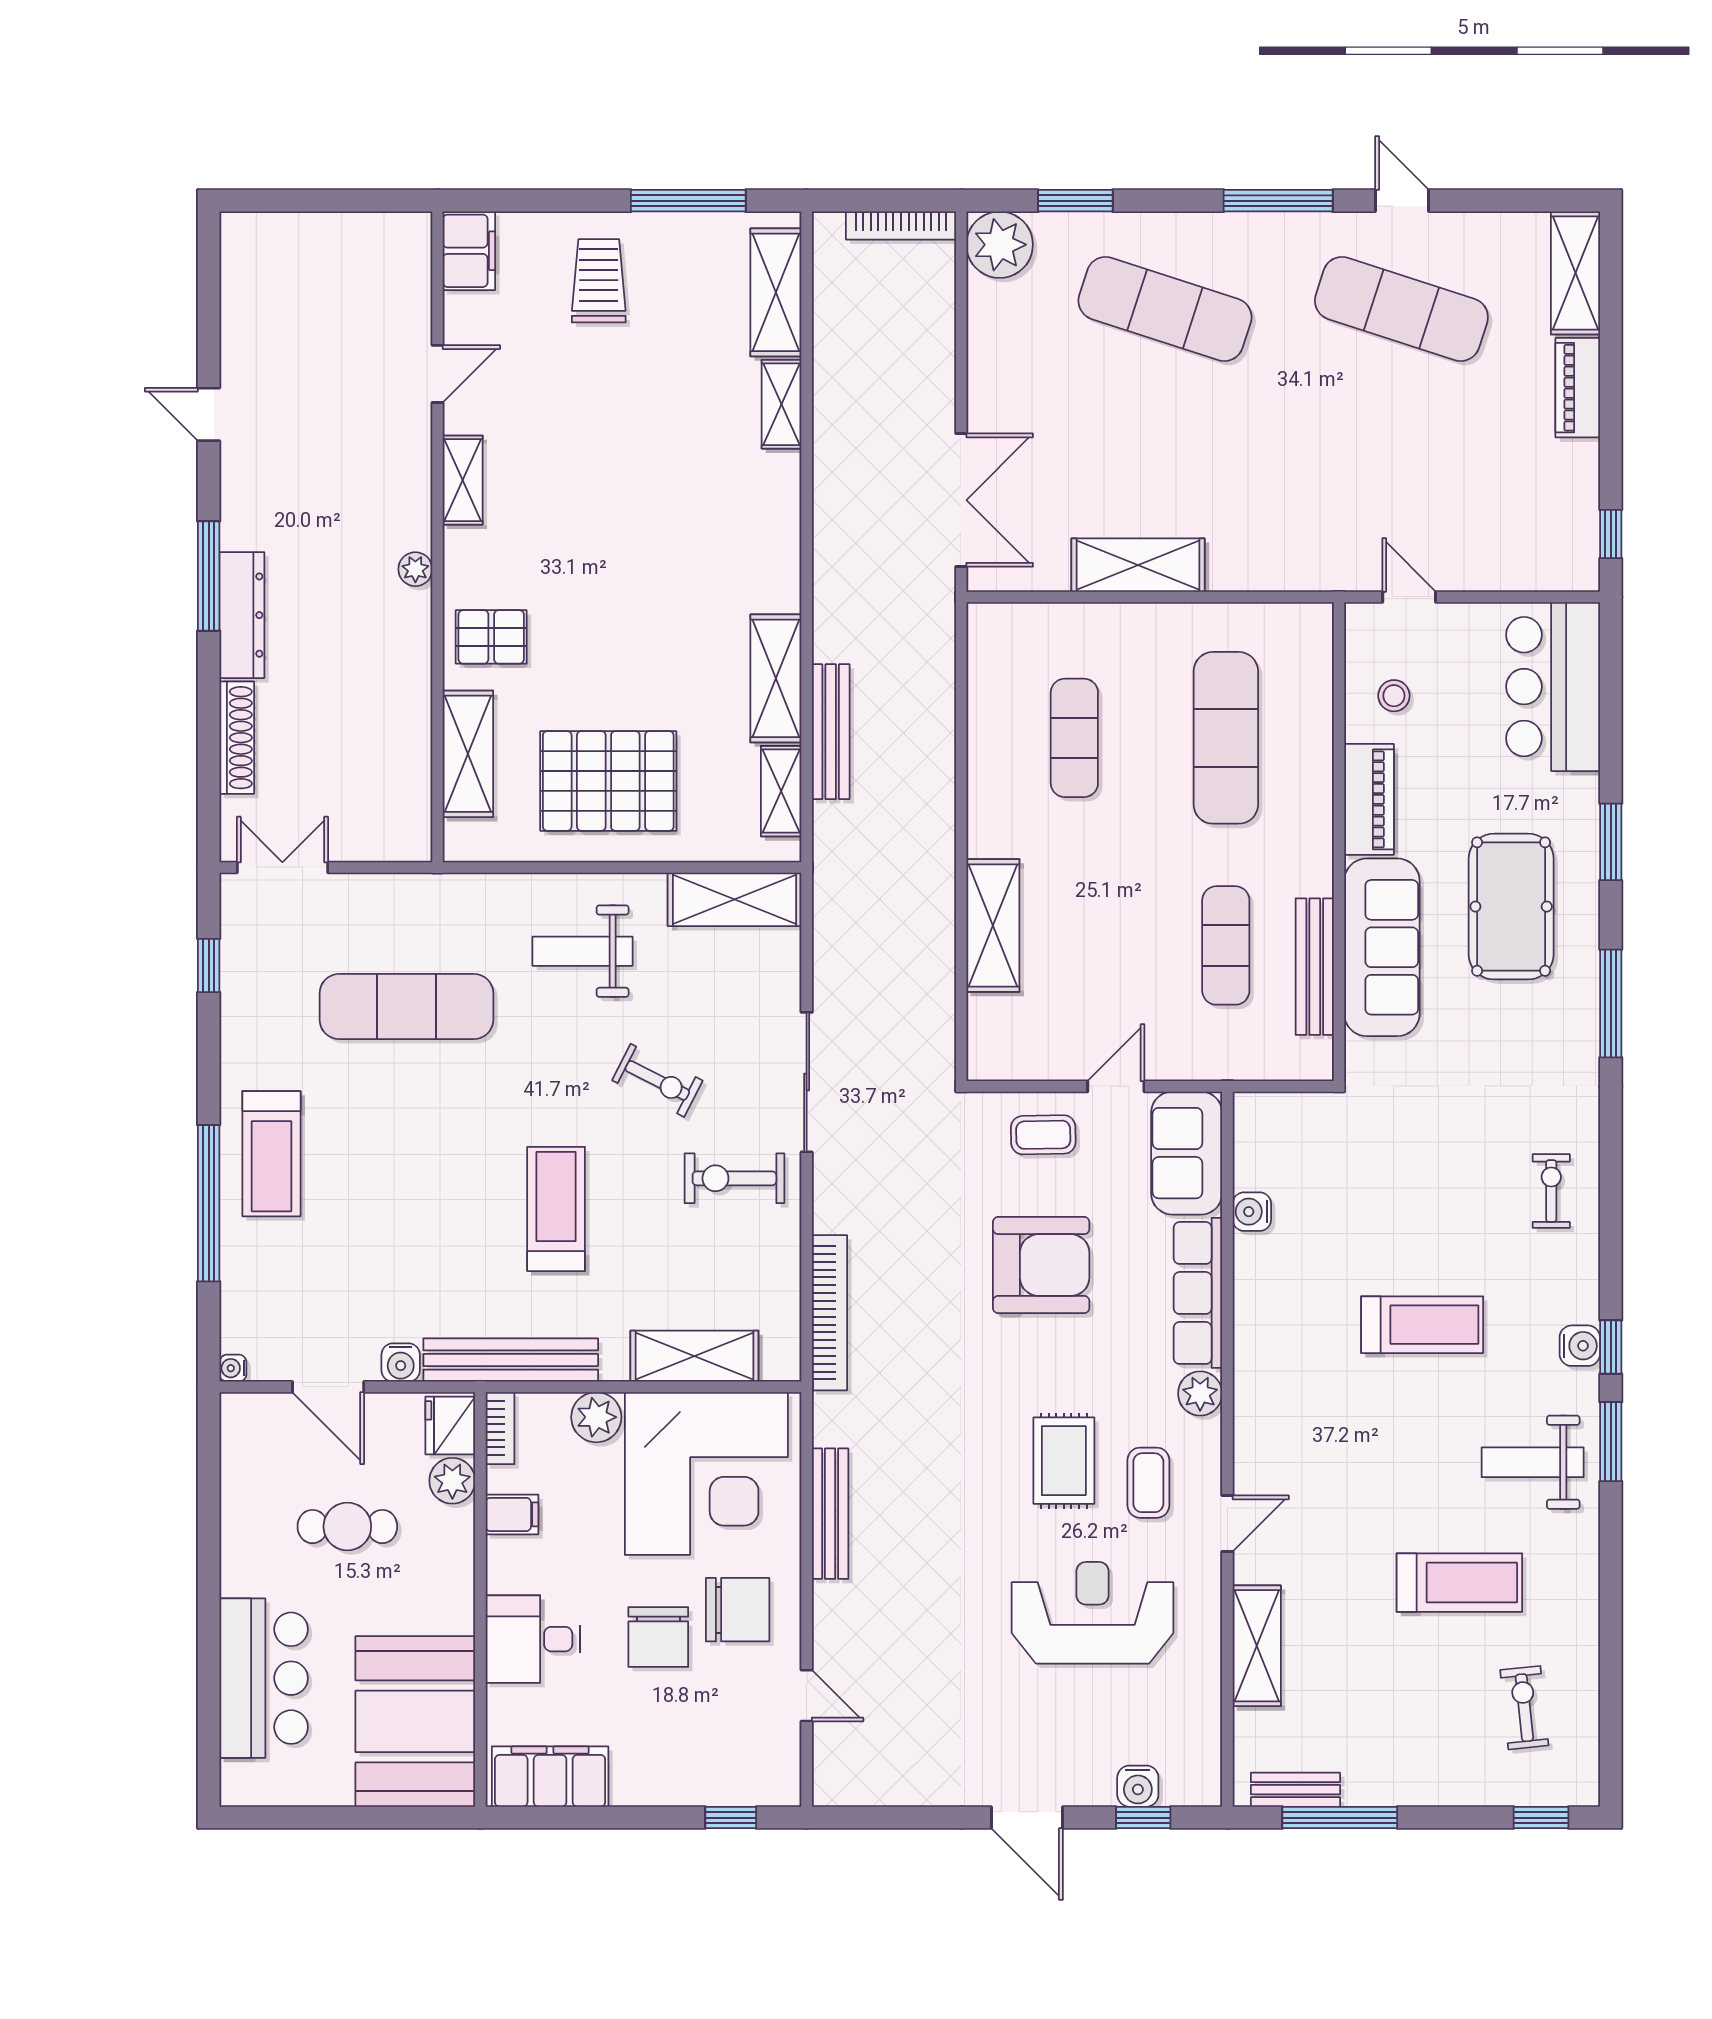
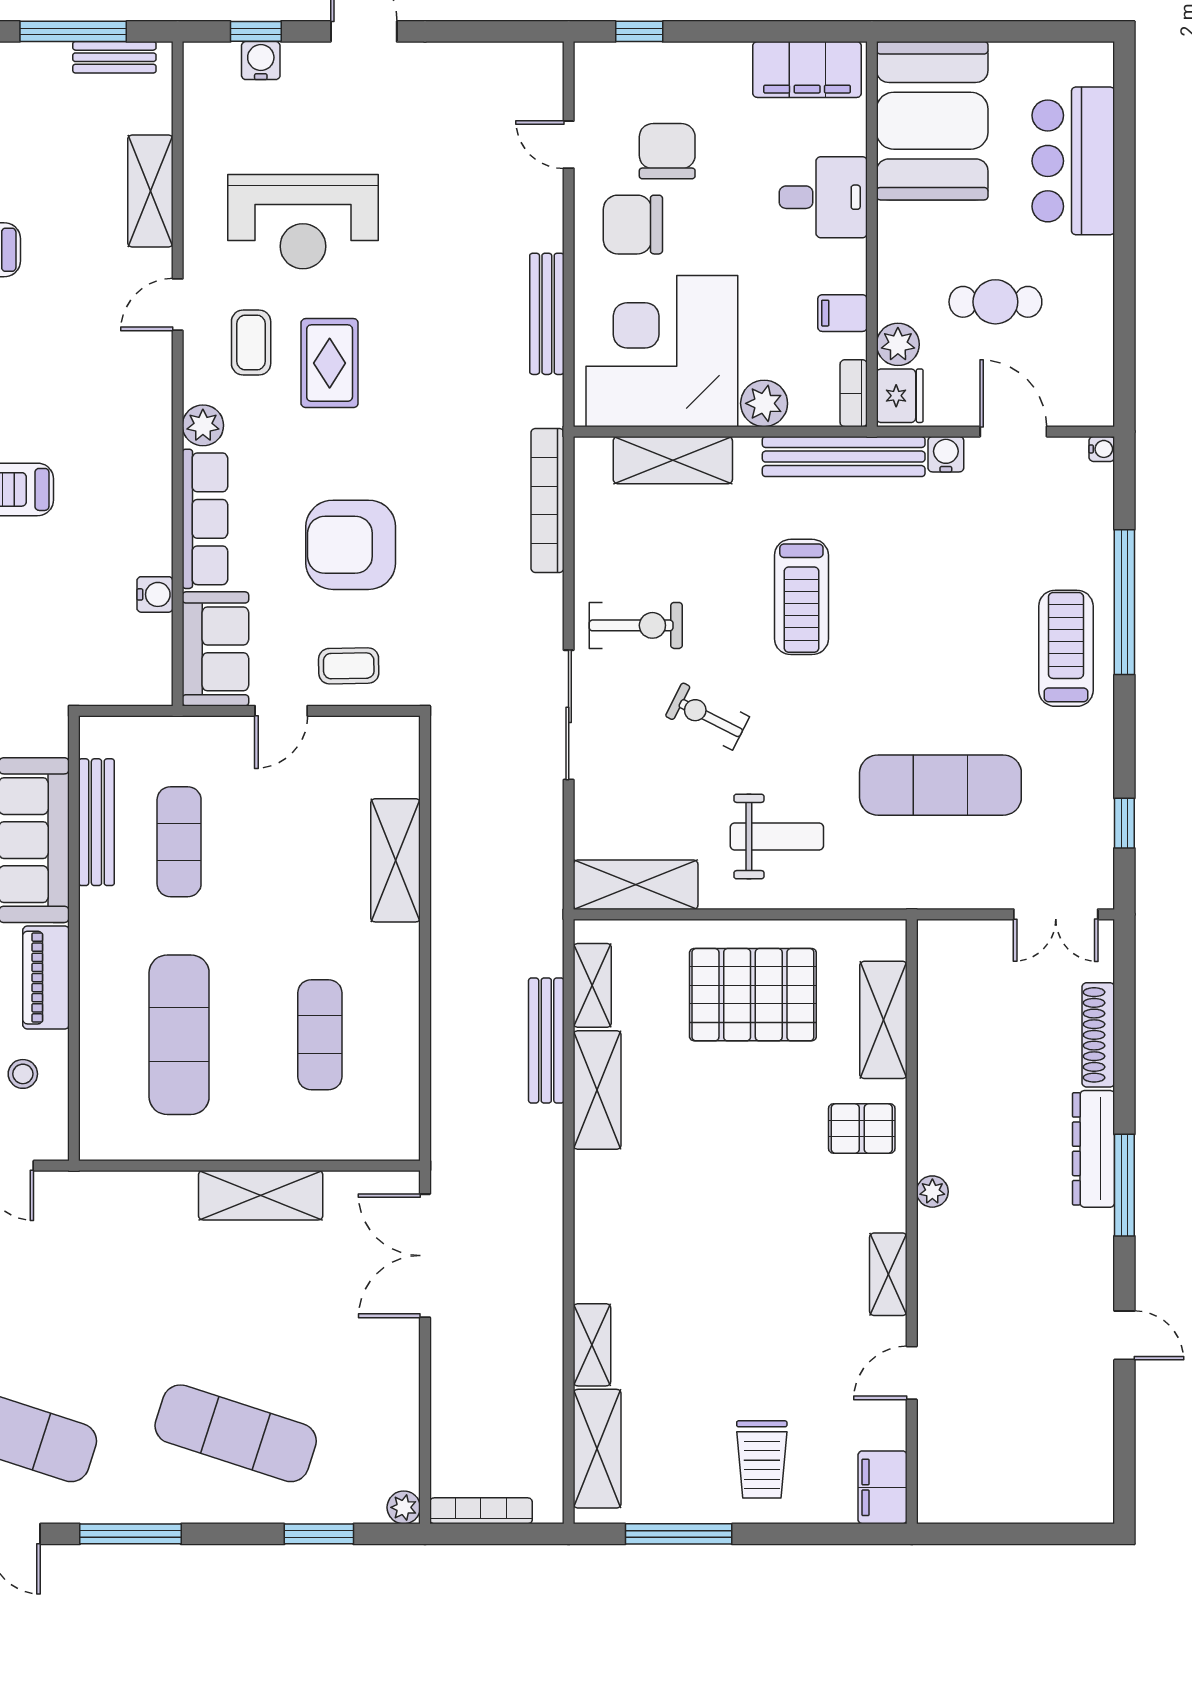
plant: (1000, 245) -> (404, 1507), width x0.53, depth x0.53
chair: (658, 1637) -> (667, 151), moved

